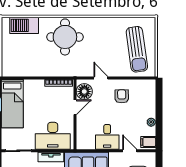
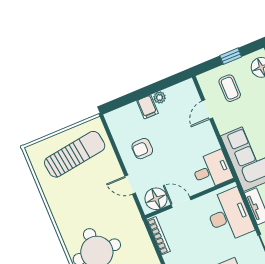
door: (101, 78) -> (130, 185), hinge flipped
desk: (107, 137) -> (212, 170), moved
filing cabinet: (148, 142) -> (147, 107), moved

